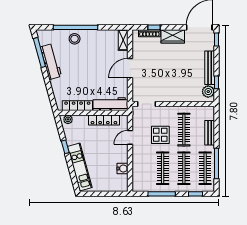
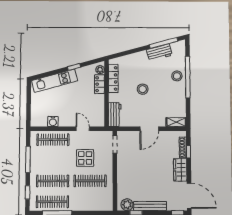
workbench: (51, 62) -> (159, 52), width x0.73
door: (130, 68) -> (149, 129), swing flipped
stool: (89, 75) -> (143, 89), added
workbench: (110, 104) -> (115, 115), width x0.73
locker: (104, 120) -> (100, 84), moved, width x0.66
bench: (210, 133) -> (87, 206), removed
clothes rail: (163, 168) -> (53, 140), moved

